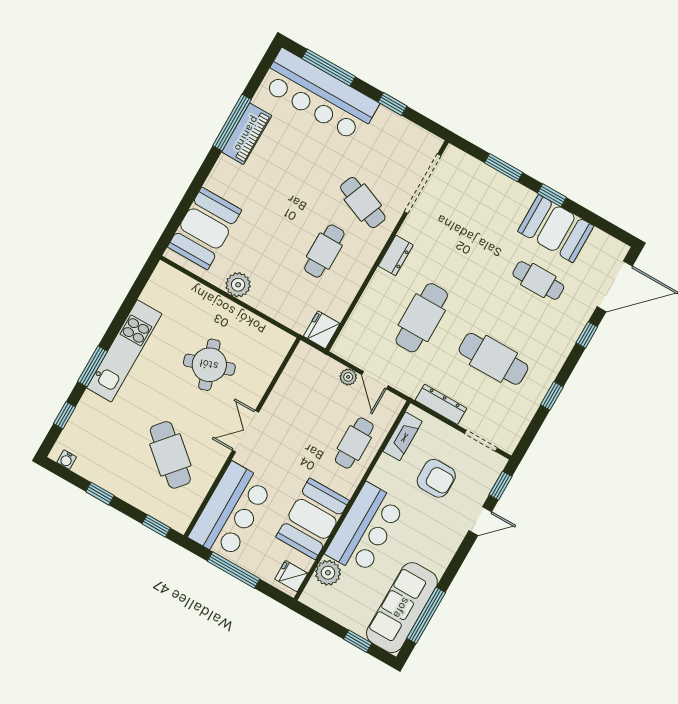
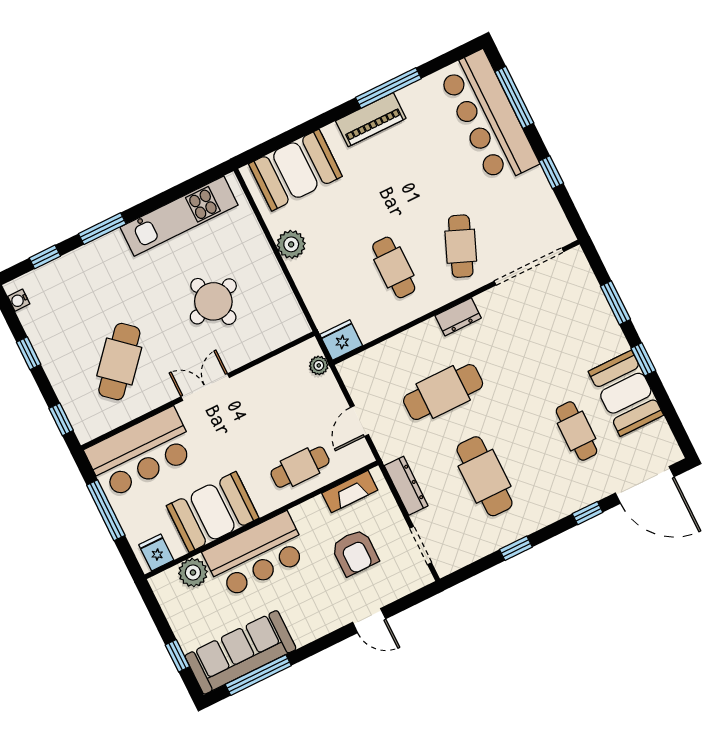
piano: (247, 134) -> (371, 120), moved
cafe table: (324, 251) -> (394, 267), turned 90
kitchen unit: (124, 351) -> (179, 216), moved
plant: (348, 377) -> (319, 365), moved
window: (500, 486) -> (411, 600), removed

